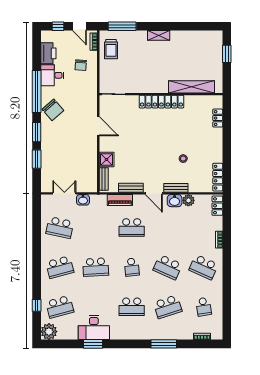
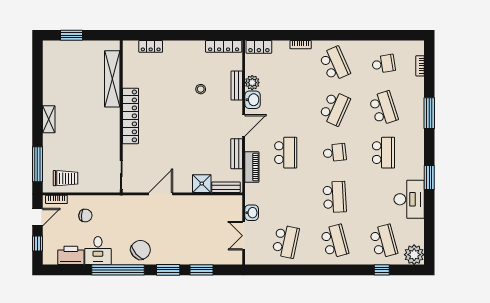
bench: (176, 188) -> (237, 86), moved
school desk: (204, 267) -> (335, 64), turned -48
window: (93, 344) -> (429, 178), moved

